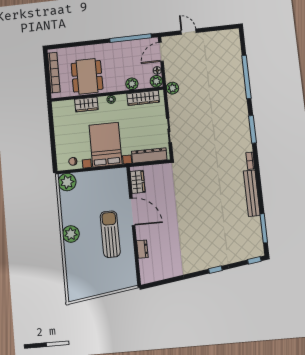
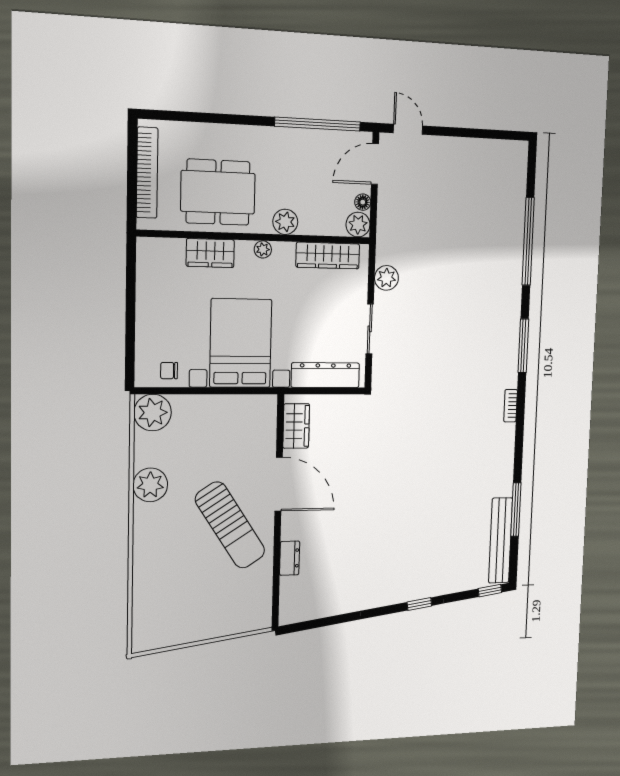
door: (189, 32) -> (408, 129), moved
dining table: (87, 76) -> (218, 192), turned 90
plant: (132, 84) -> (285, 222), moved
plant: (172, 88) -> (386, 278), moved
bench: (252, 193) -> (501, 540), moved
window: (264, 228) -> (516, 510), moved
plant: (71, 234) -> (150, 485), moved
sun lounger: (110, 234) -> (230, 525), turned 147

